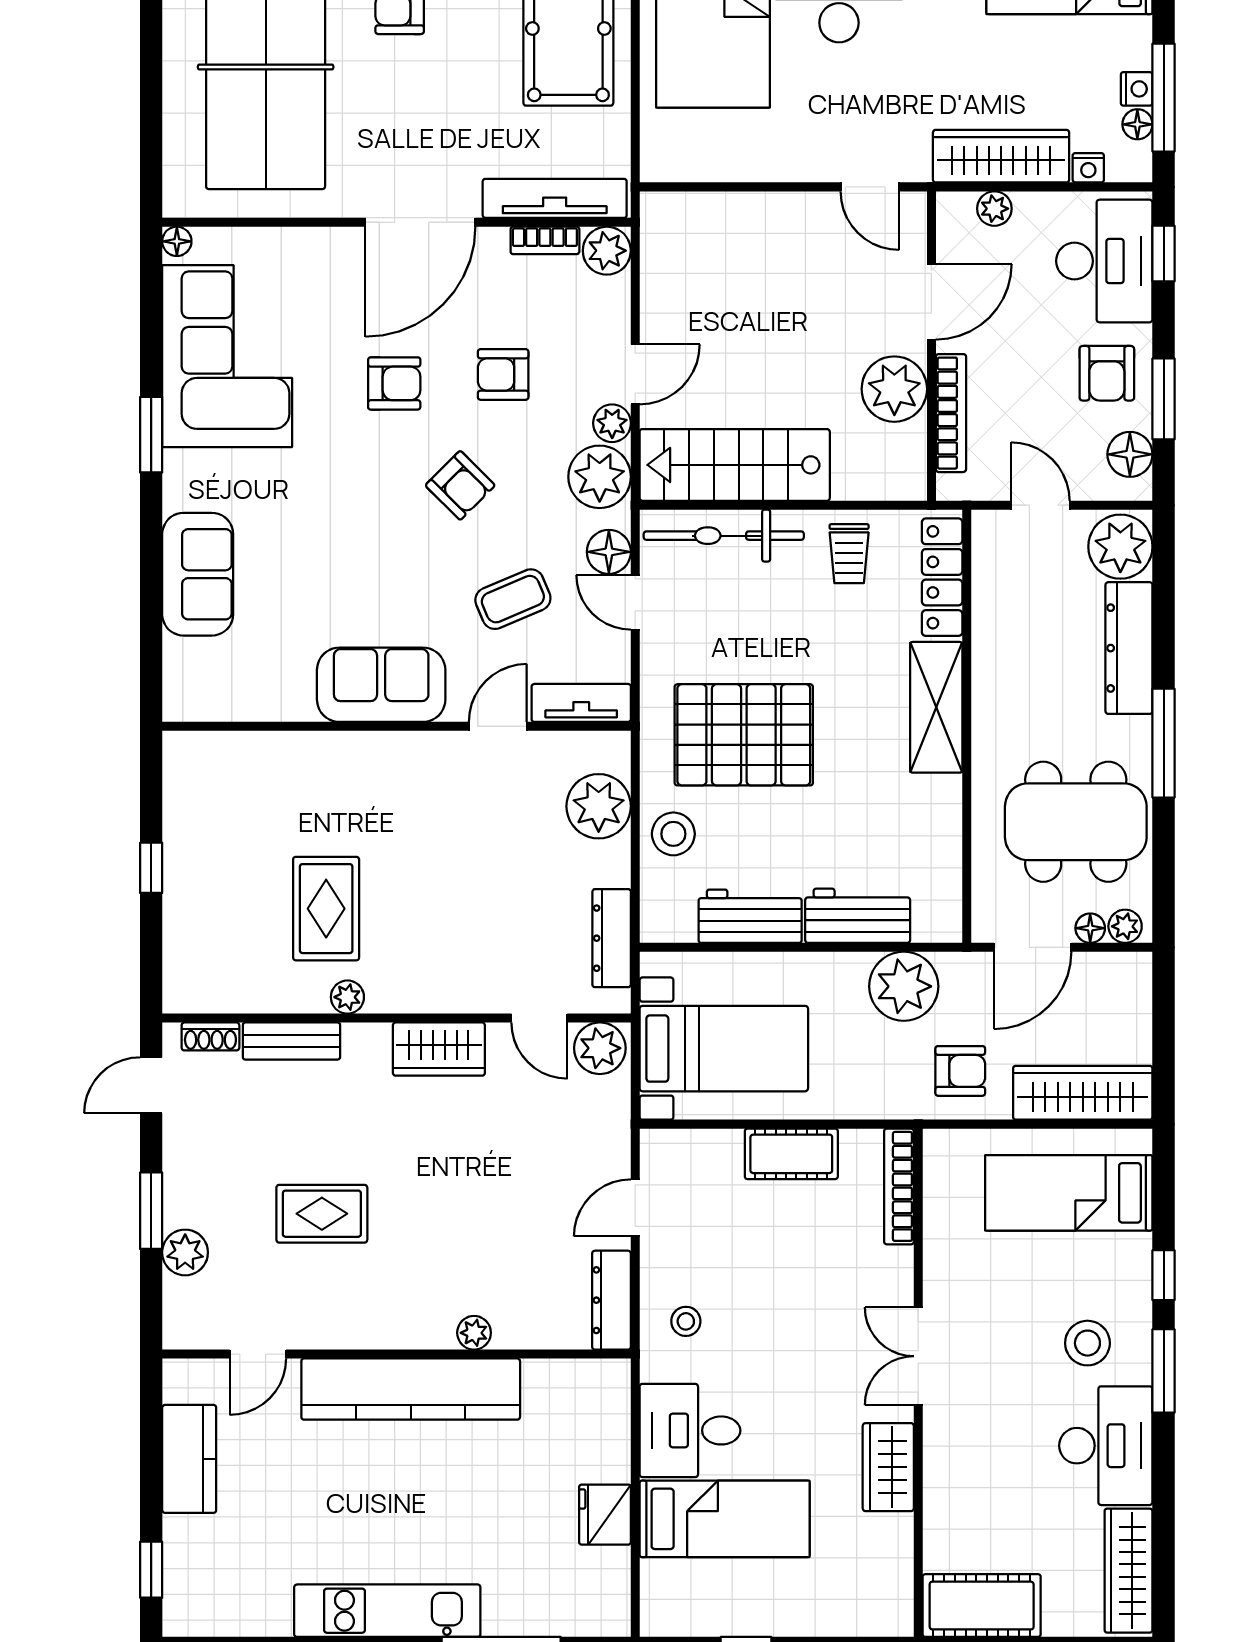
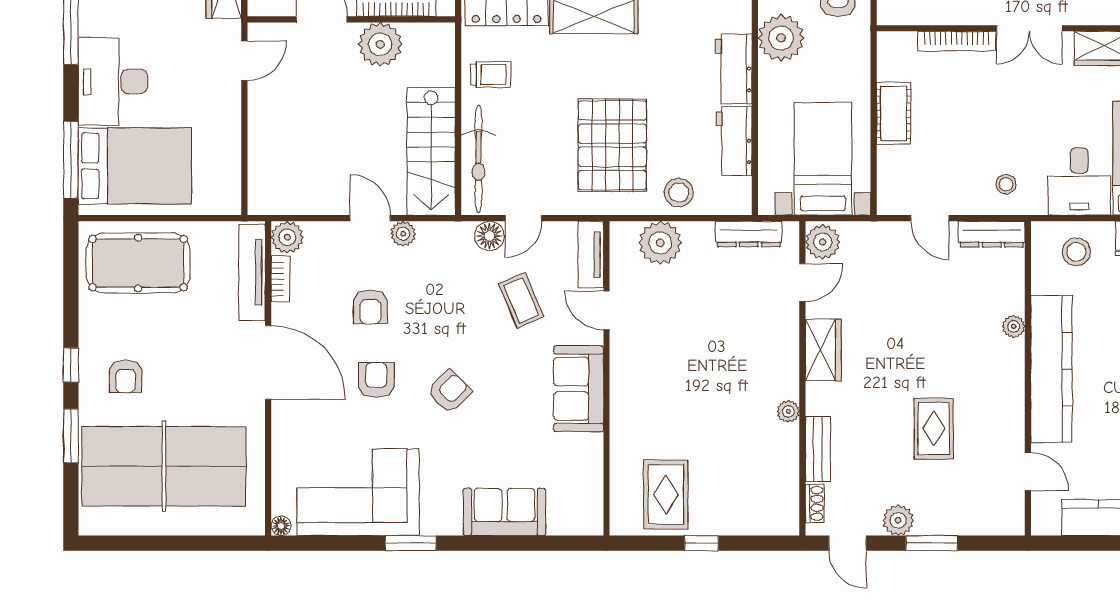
plant: (600, 477) -> (439, 242), removed
armchair: (460, 485) -> (450, 392), moved
rug: (326, 909) -> (666, 495), moved, turned 90
bookcase: (899, 1186) -> (956, 41), moved
plant: (185, 1252) -> (898, 520), moved
stool: (585, 1426) -> (1076, 252), added

